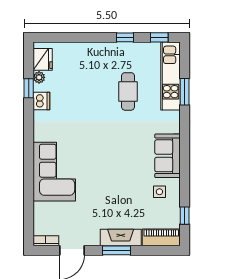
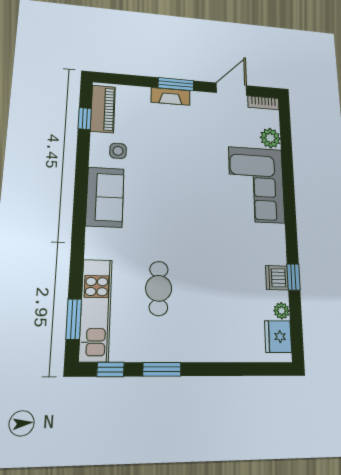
window: (125, 37) -> (162, 369), width x1.50
window: (29, 88) -> (293, 277), moved
window: (185, 92) -> (74, 319), moved
plant: (42, 211) -> (270, 138), added
piano: (161, 237) -> (103, 109), moved, turned -90
fireplace: (121, 238) -> (171, 96), width x0.73, depth x0.76

